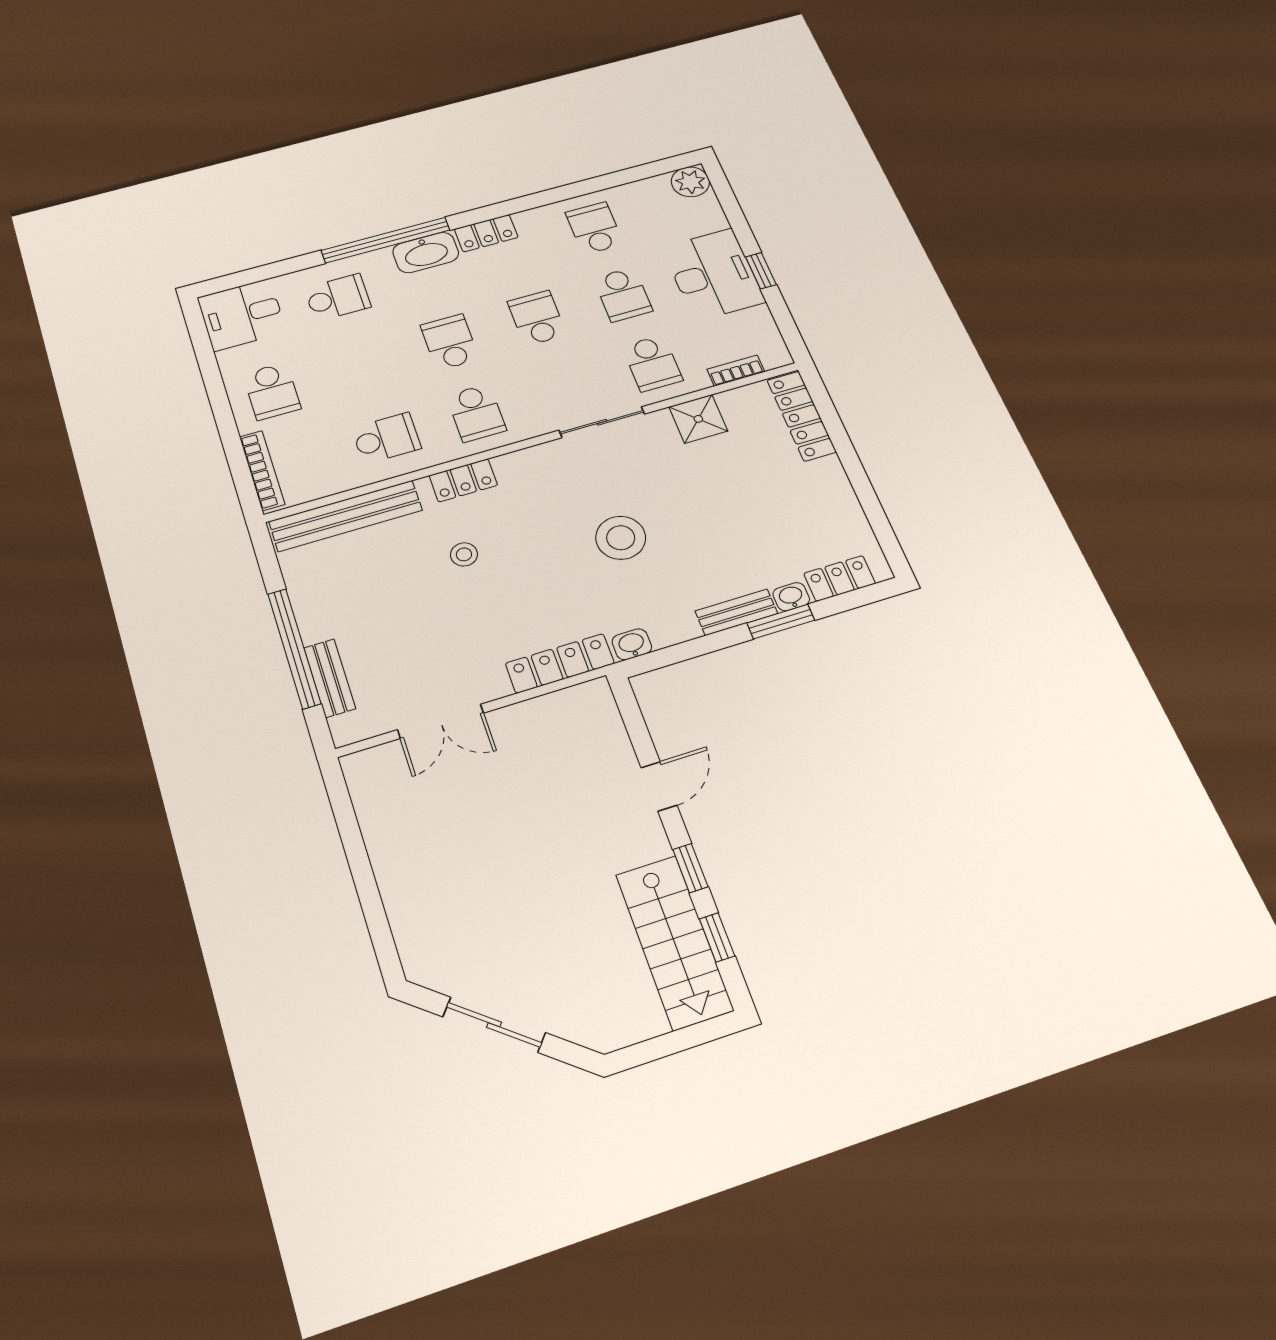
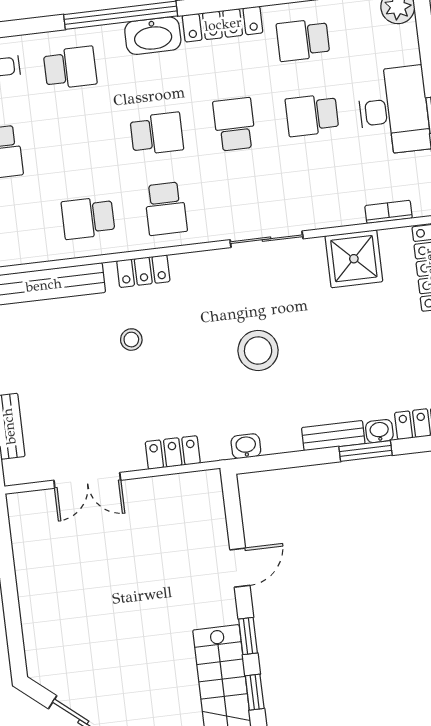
school desk: (595, 228) -> (303, 40), turned -90
locker: (486, 233) -> (223, 24), width x1.53
school desk: (623, 294) -> (312, 115), turned 90
school desk: (450, 342) -> (157, 134), turned 90
school desk: (652, 363) -> (321, 190), removed
shower: (698, 419) -> (354, 259), width x1.36, depth x1.36
school desk: (386, 438) -> (88, 218), turned 180
locker: (560, 663) -> (173, 452), width x0.66

